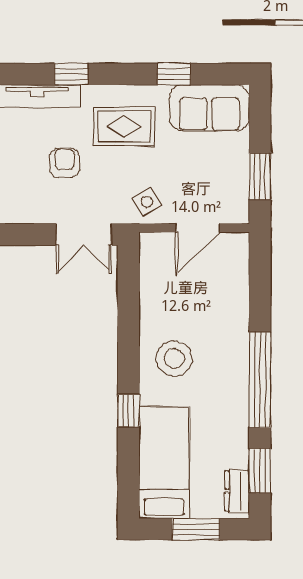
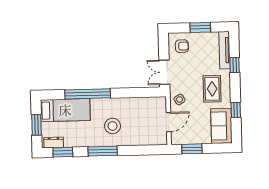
armchair: (65, 163) -> (182, 46), moved
door: (198, 228) -> (169, 122), swing flipped
stool: (174, 359) -> (113, 126), moved
window: (260, 380) -> (103, 151), width x0.68
window: (128, 411) -> (88, 94), width x3.17

